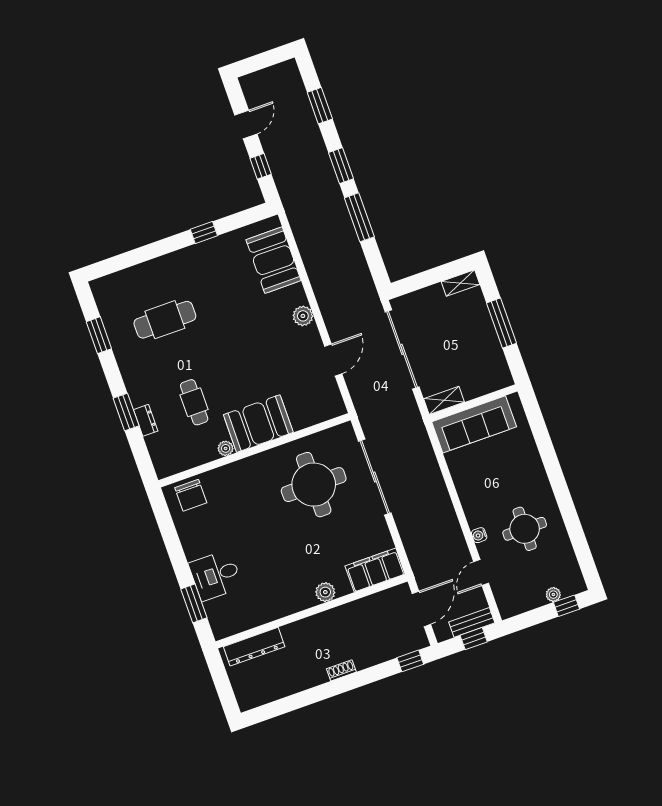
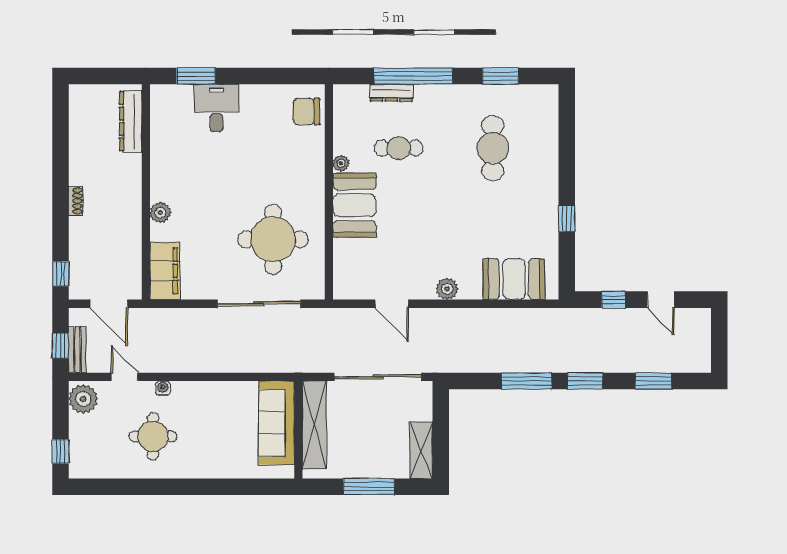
shelving: (461, 283) -> (421, 450), width x1.50, depth x1.33
shelving: (444, 400) -> (314, 425), width x2.20, depth x1.33
window: (126, 412) -> (413, 76), width x2.11
dresser: (146, 420) -> (391, 93), width x1.44
plant: (553, 595) -> (83, 399), moved, width x1.88, depth x1.88

